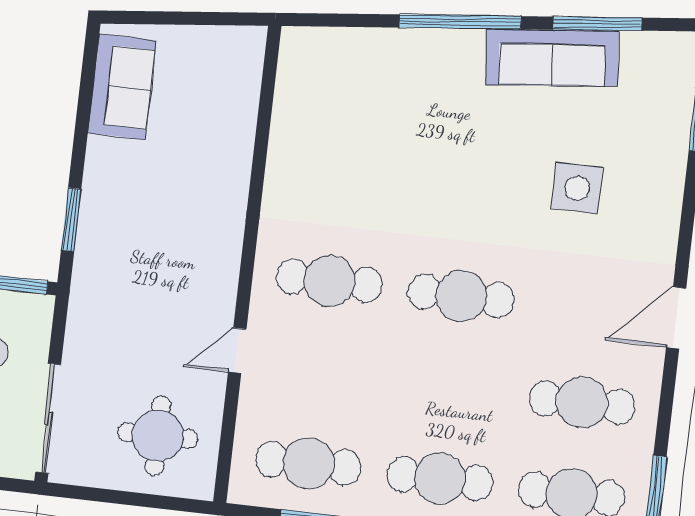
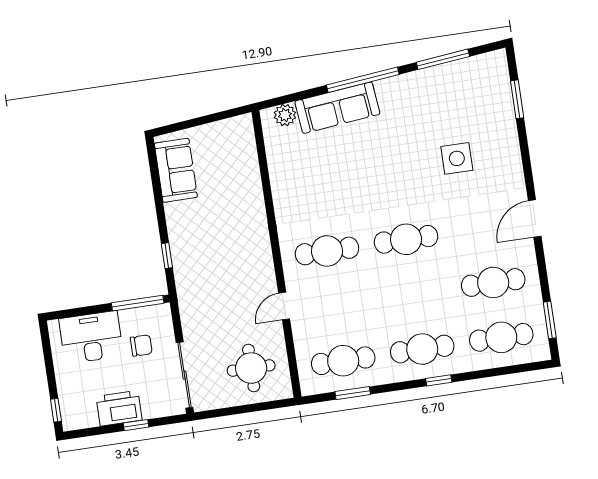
plant: (321, 45) -> (285, 115), added
sofa: (552, 58) -> (337, 108), moved
window: (71, 219) -> (167, 256), width x0.67

